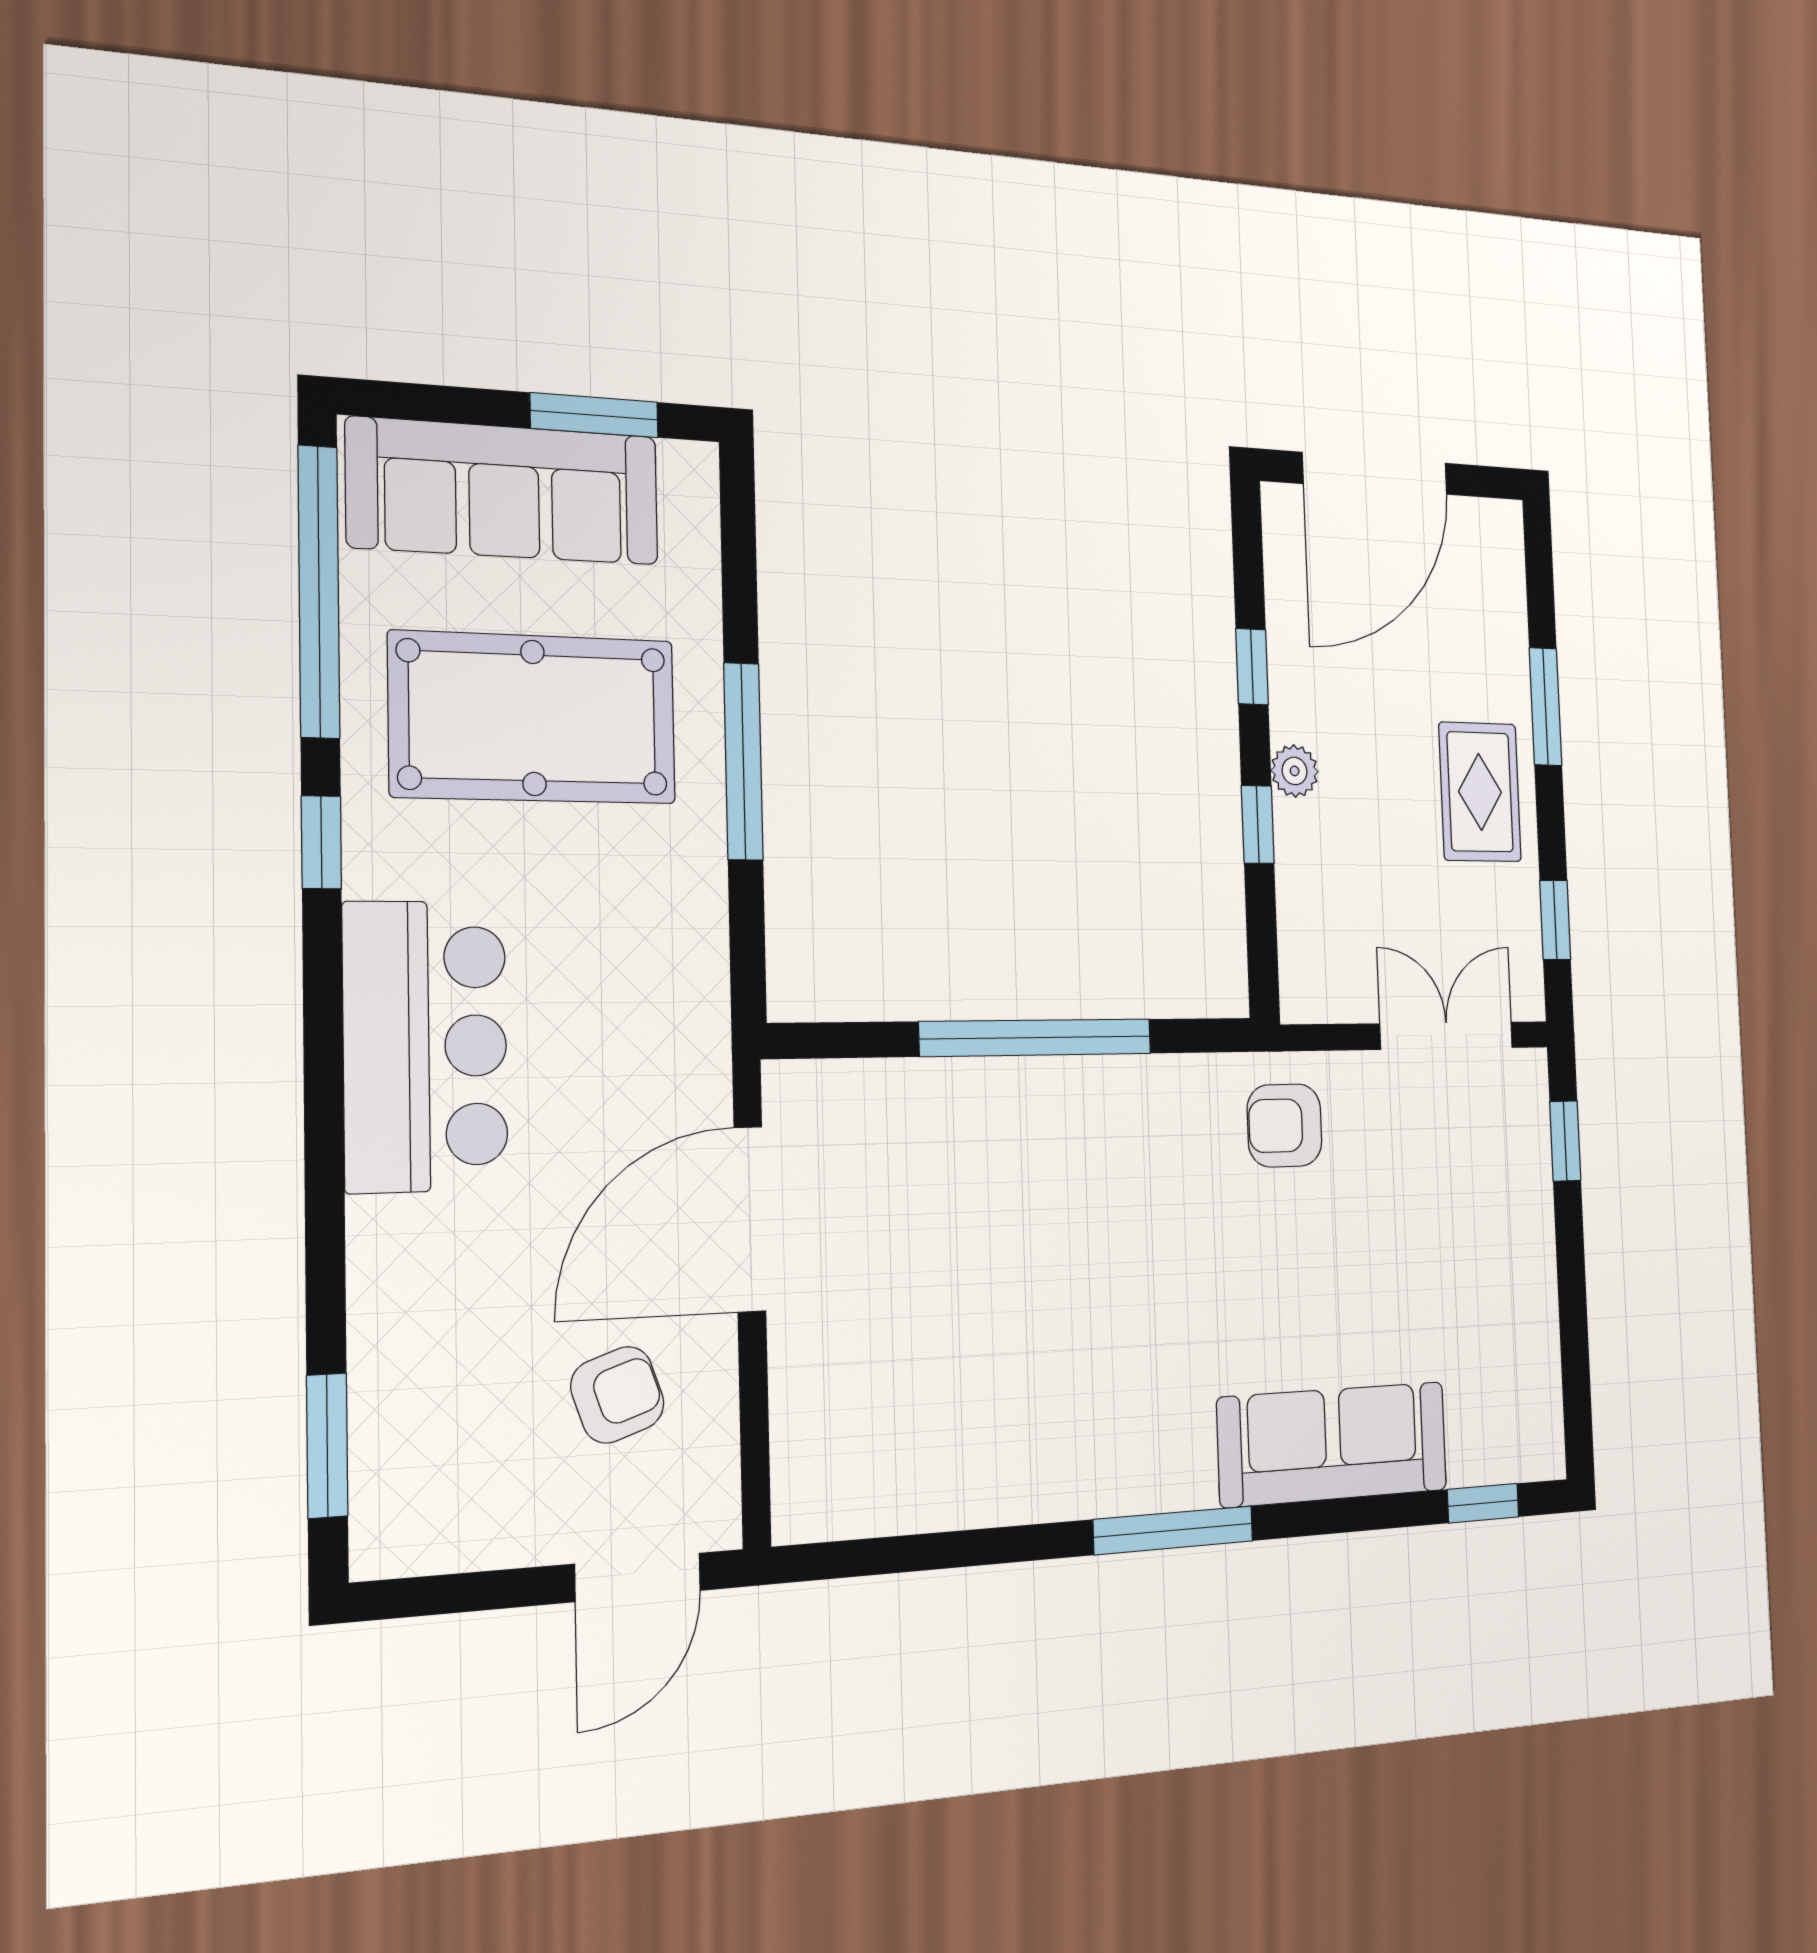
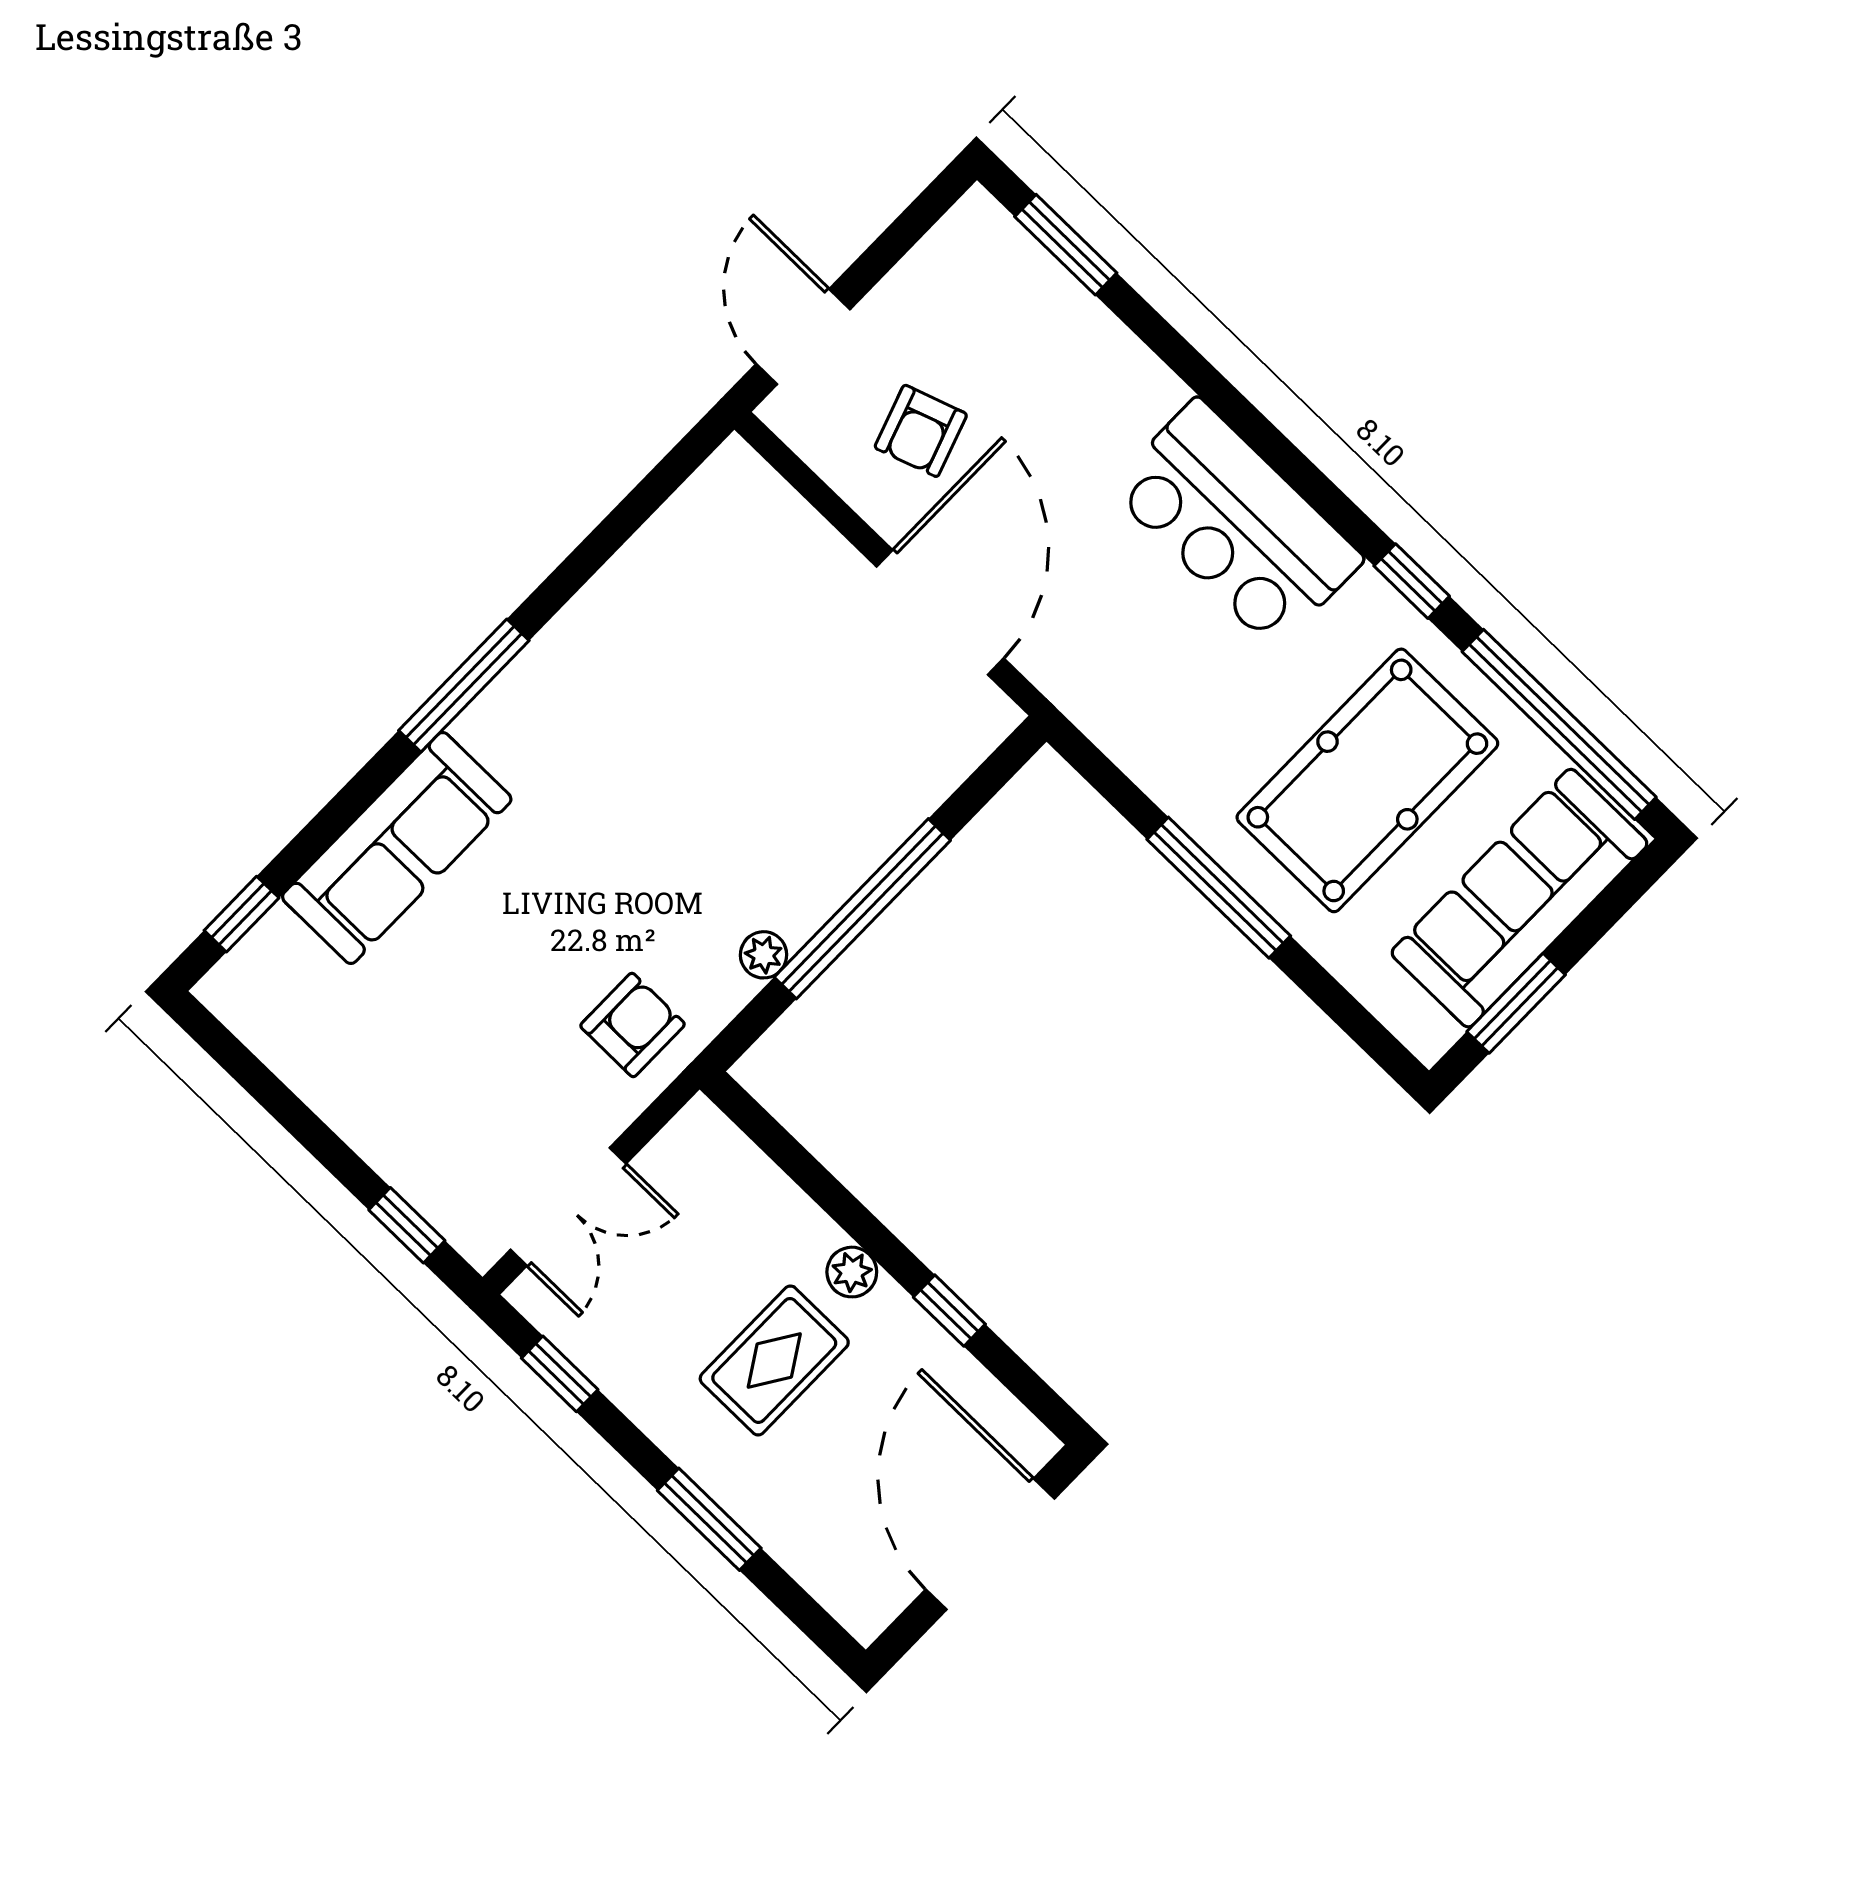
rug: (1480, 792) -> (774, 1360), moved, turned 90
window: (1258, 824) -> (843, 1208), removed
plant: (1142, 1079) -> (764, 955), added

